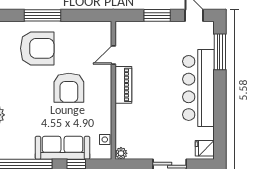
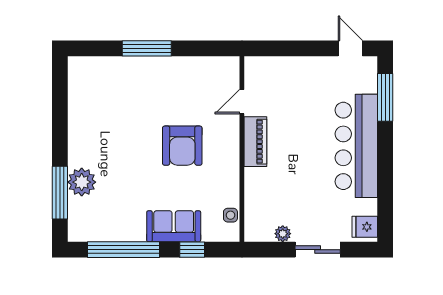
window: (157, 15) -> (301, 48), removed
armchair: (37, 48) -> (140, 93), removed
sofa: (63, 148) -> (174, 226), width x0.73
plant: (121, 153) -> (283, 234), moved

